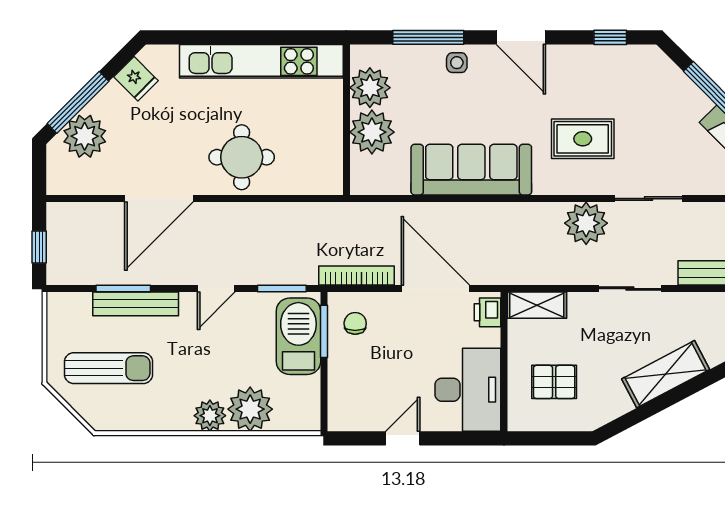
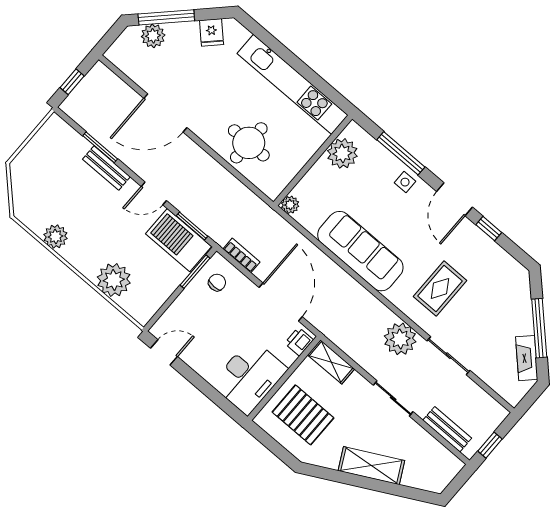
window: (610, 37) -> (489, 229), moved
plant: (372, 132) -> (290, 205), moved, width x0.53, depth x0.53
plant: (85, 136) -> (153, 36), width x0.73, depth x0.73
rug: (583, 139) -> (440, 288), turned 90
round table: (242, 157) -> (249, 143), moved
bookcase: (357, 276) -> (242, 255), width x0.64
bench: (136, 304) -> (106, 168), width x0.73
barbecue: (298, 336) -> (179, 240), moved, turned -90
sun lounger: (108, 368) -> (52, 186), removed
pallet: (554, 382) -> (303, 415), width x1.50, depth x1.42
plant: (210, 416) -> (56, 237), moved
door: (403, 438) -> (164, 352), moved

